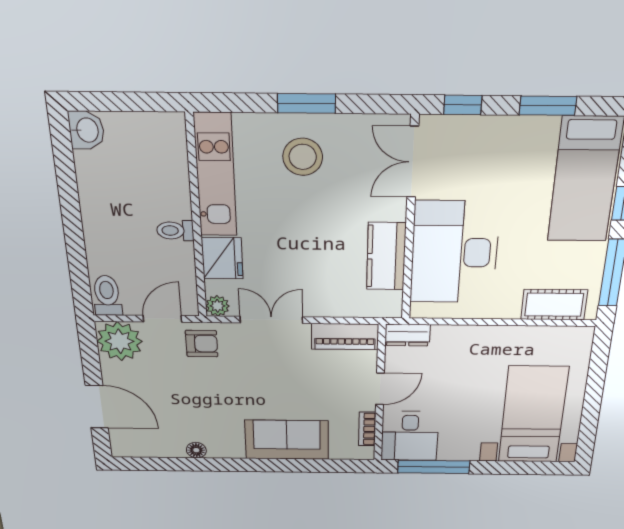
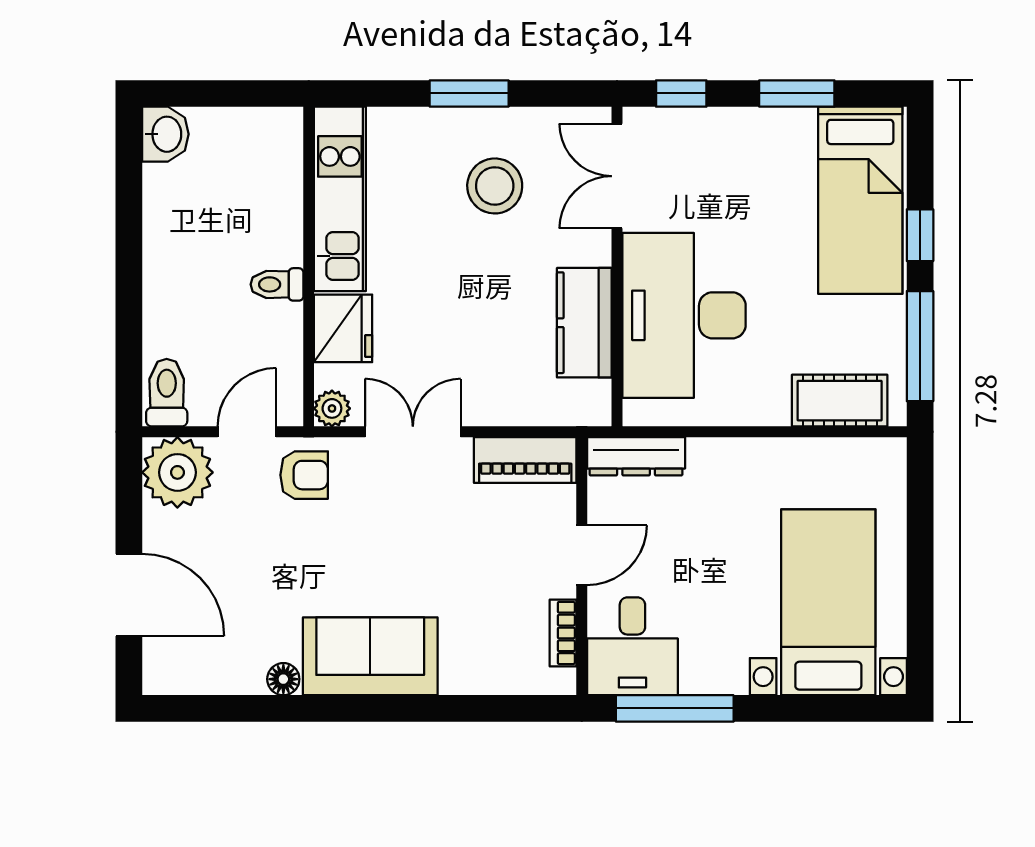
stool: (303, 157) -> (495, 186), moved
dresser: (408, 335) -> (636, 456), width x1.44
sofa: (287, 440) -> (370, 656), moved

